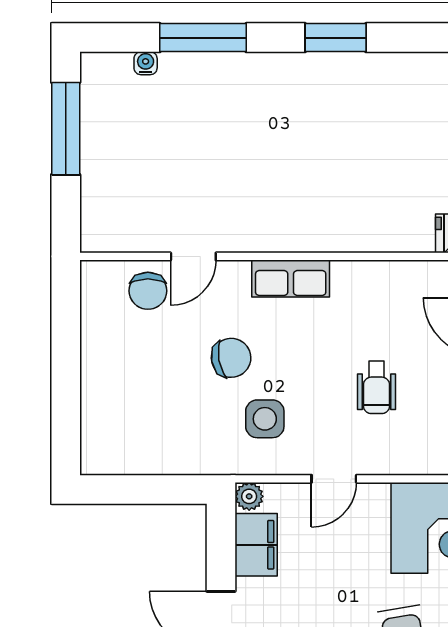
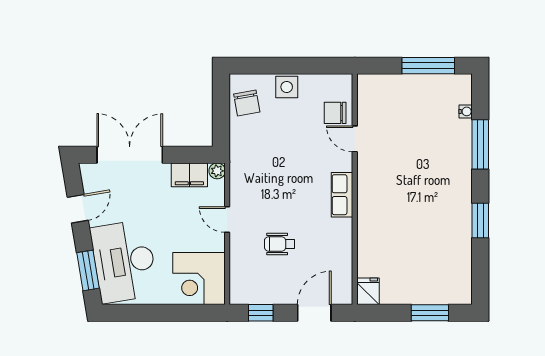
chair: (231, 358) -> (247, 103), moved
side table: (265, 419) -> (287, 87), moved

